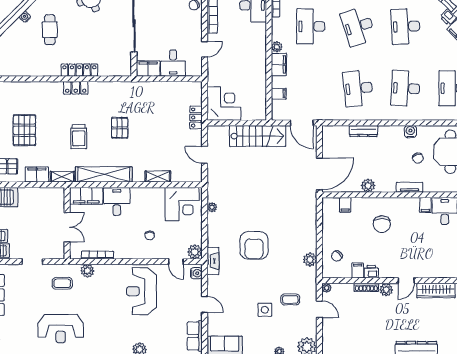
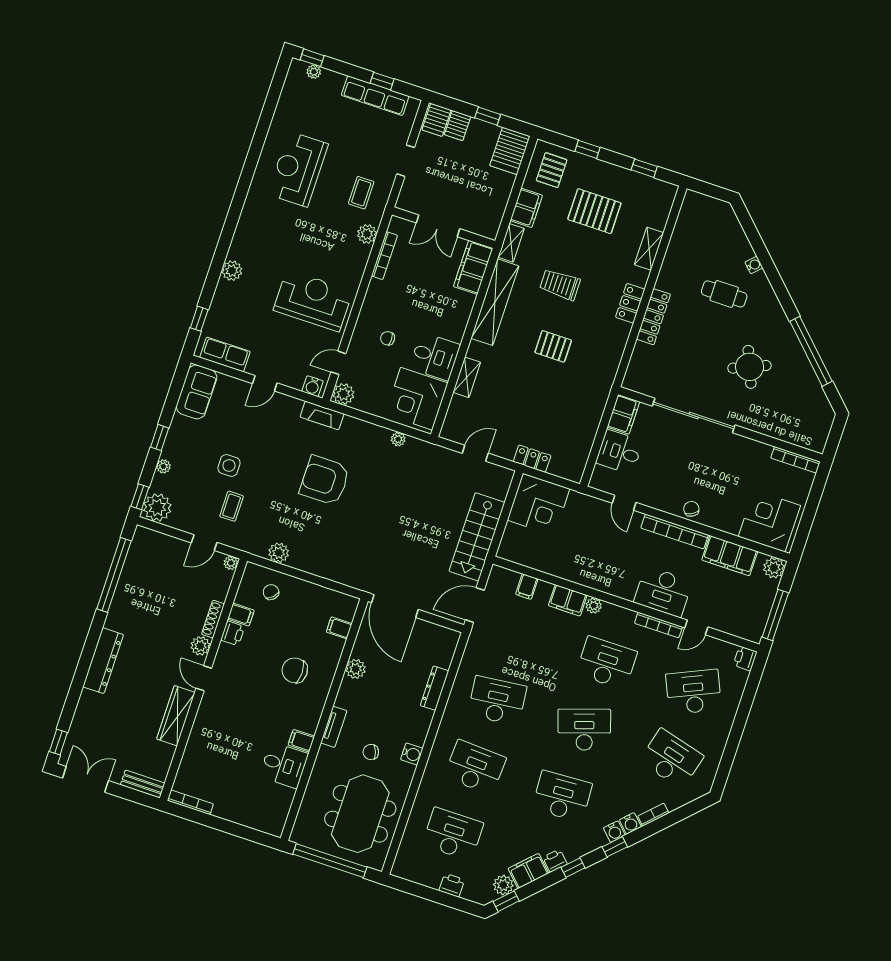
shelving: (37, 87) -> (649, 249), added
desk: (117, 201) -> (435, 356), moved

